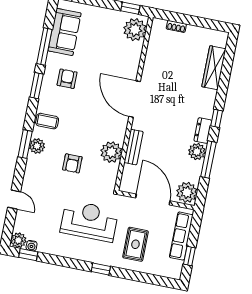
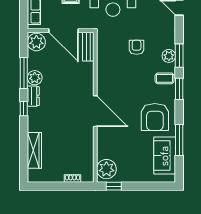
armchair: (67, 79) -> (155, 117), width x1.88, depth x1.88
window: (37, 86) -> (179, 89), moved
bench: (134, 147) -> (88, 47), moved
plant: (111, 152) -> (106, 63), removed

